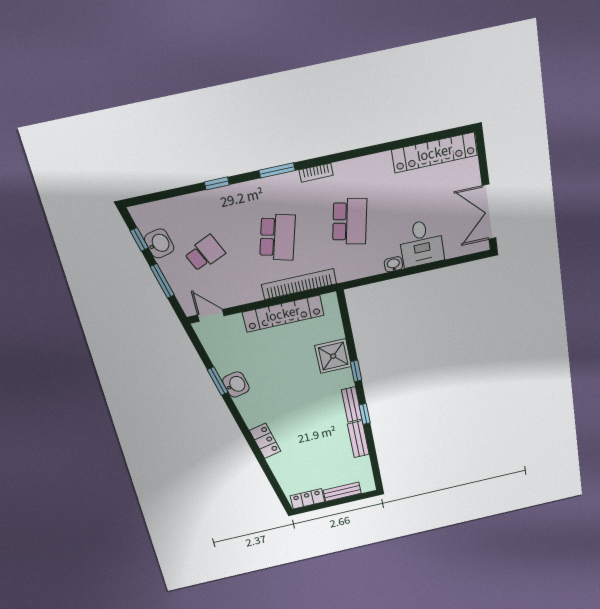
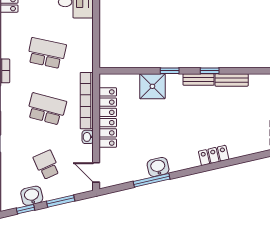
washbasin: (393, 264) -> (88, 137), moved
door: (211, 315) -> (96, 172), hinge flipped
window: (218, 381) -> (152, 180), width x1.44

